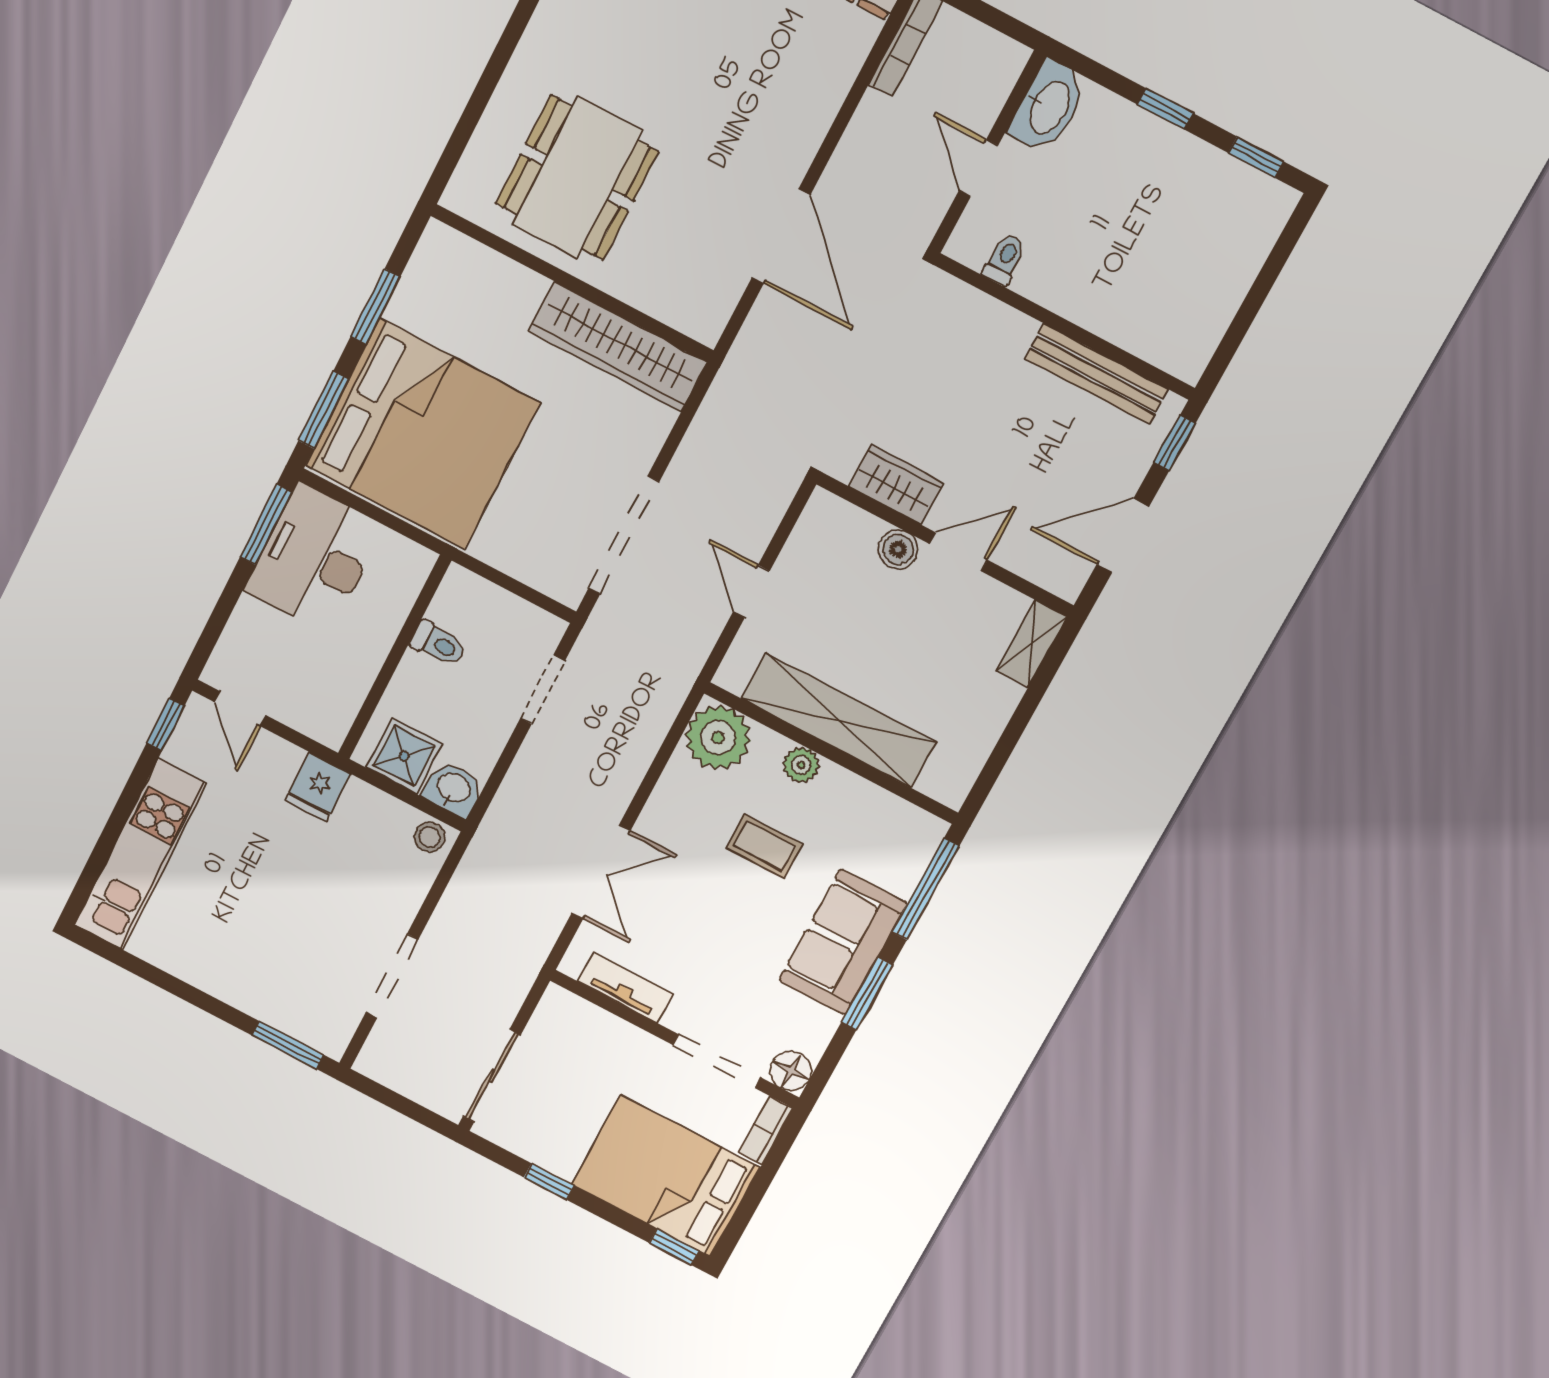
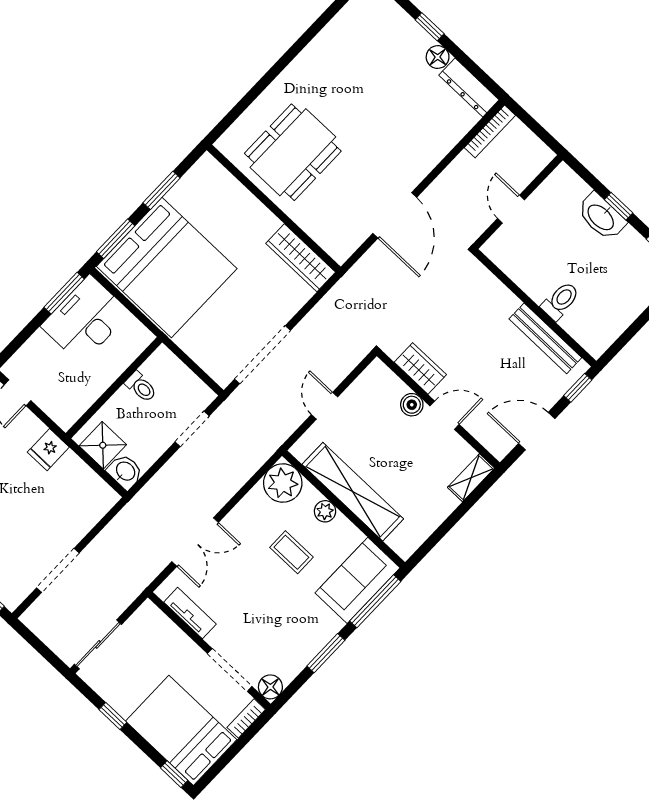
washbasin: (1048, 107) -> (601, 217), moved, turned 90
toilet: (1005, 259) -> (560, 301), moved, width x1.37, depth x1.39
wardrobe: (618, 346) -> (301, 258), width x0.71, depth x0.85
stool: (429, 837) -> (103, 496), removed
sofa: (843, 942) -> (357, 580), moved

